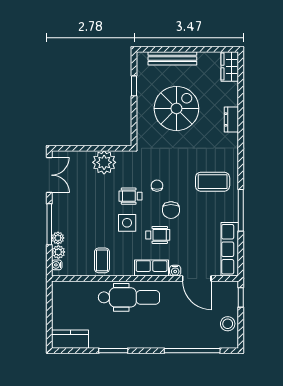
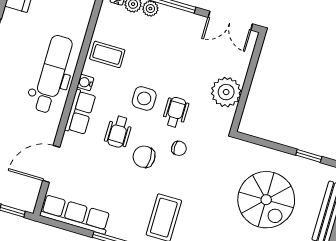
water cooler: (175, 271) -> (85, 82), moved
dental chair: (129, 297) -> (52, 74), turned 180

